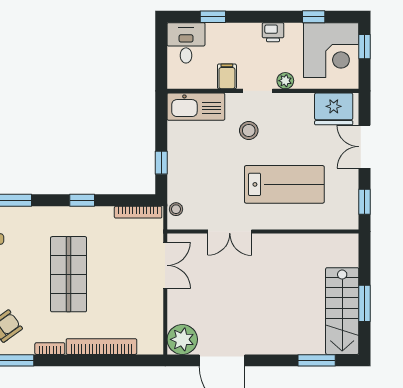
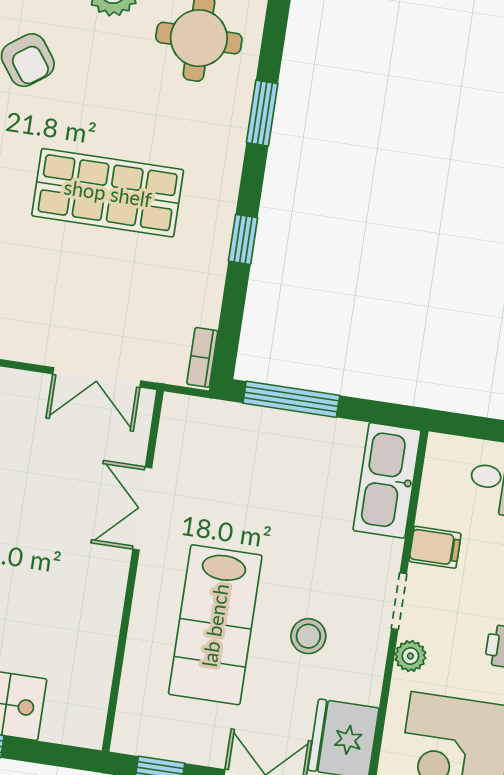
stool: (249, 131) -> (308, 636), moved
window: (161, 163) -> (291, 399), width x2.17
stool: (176, 209) -> (200, 414), removed
bookcase: (138, 212) -> (202, 357), width x0.64

